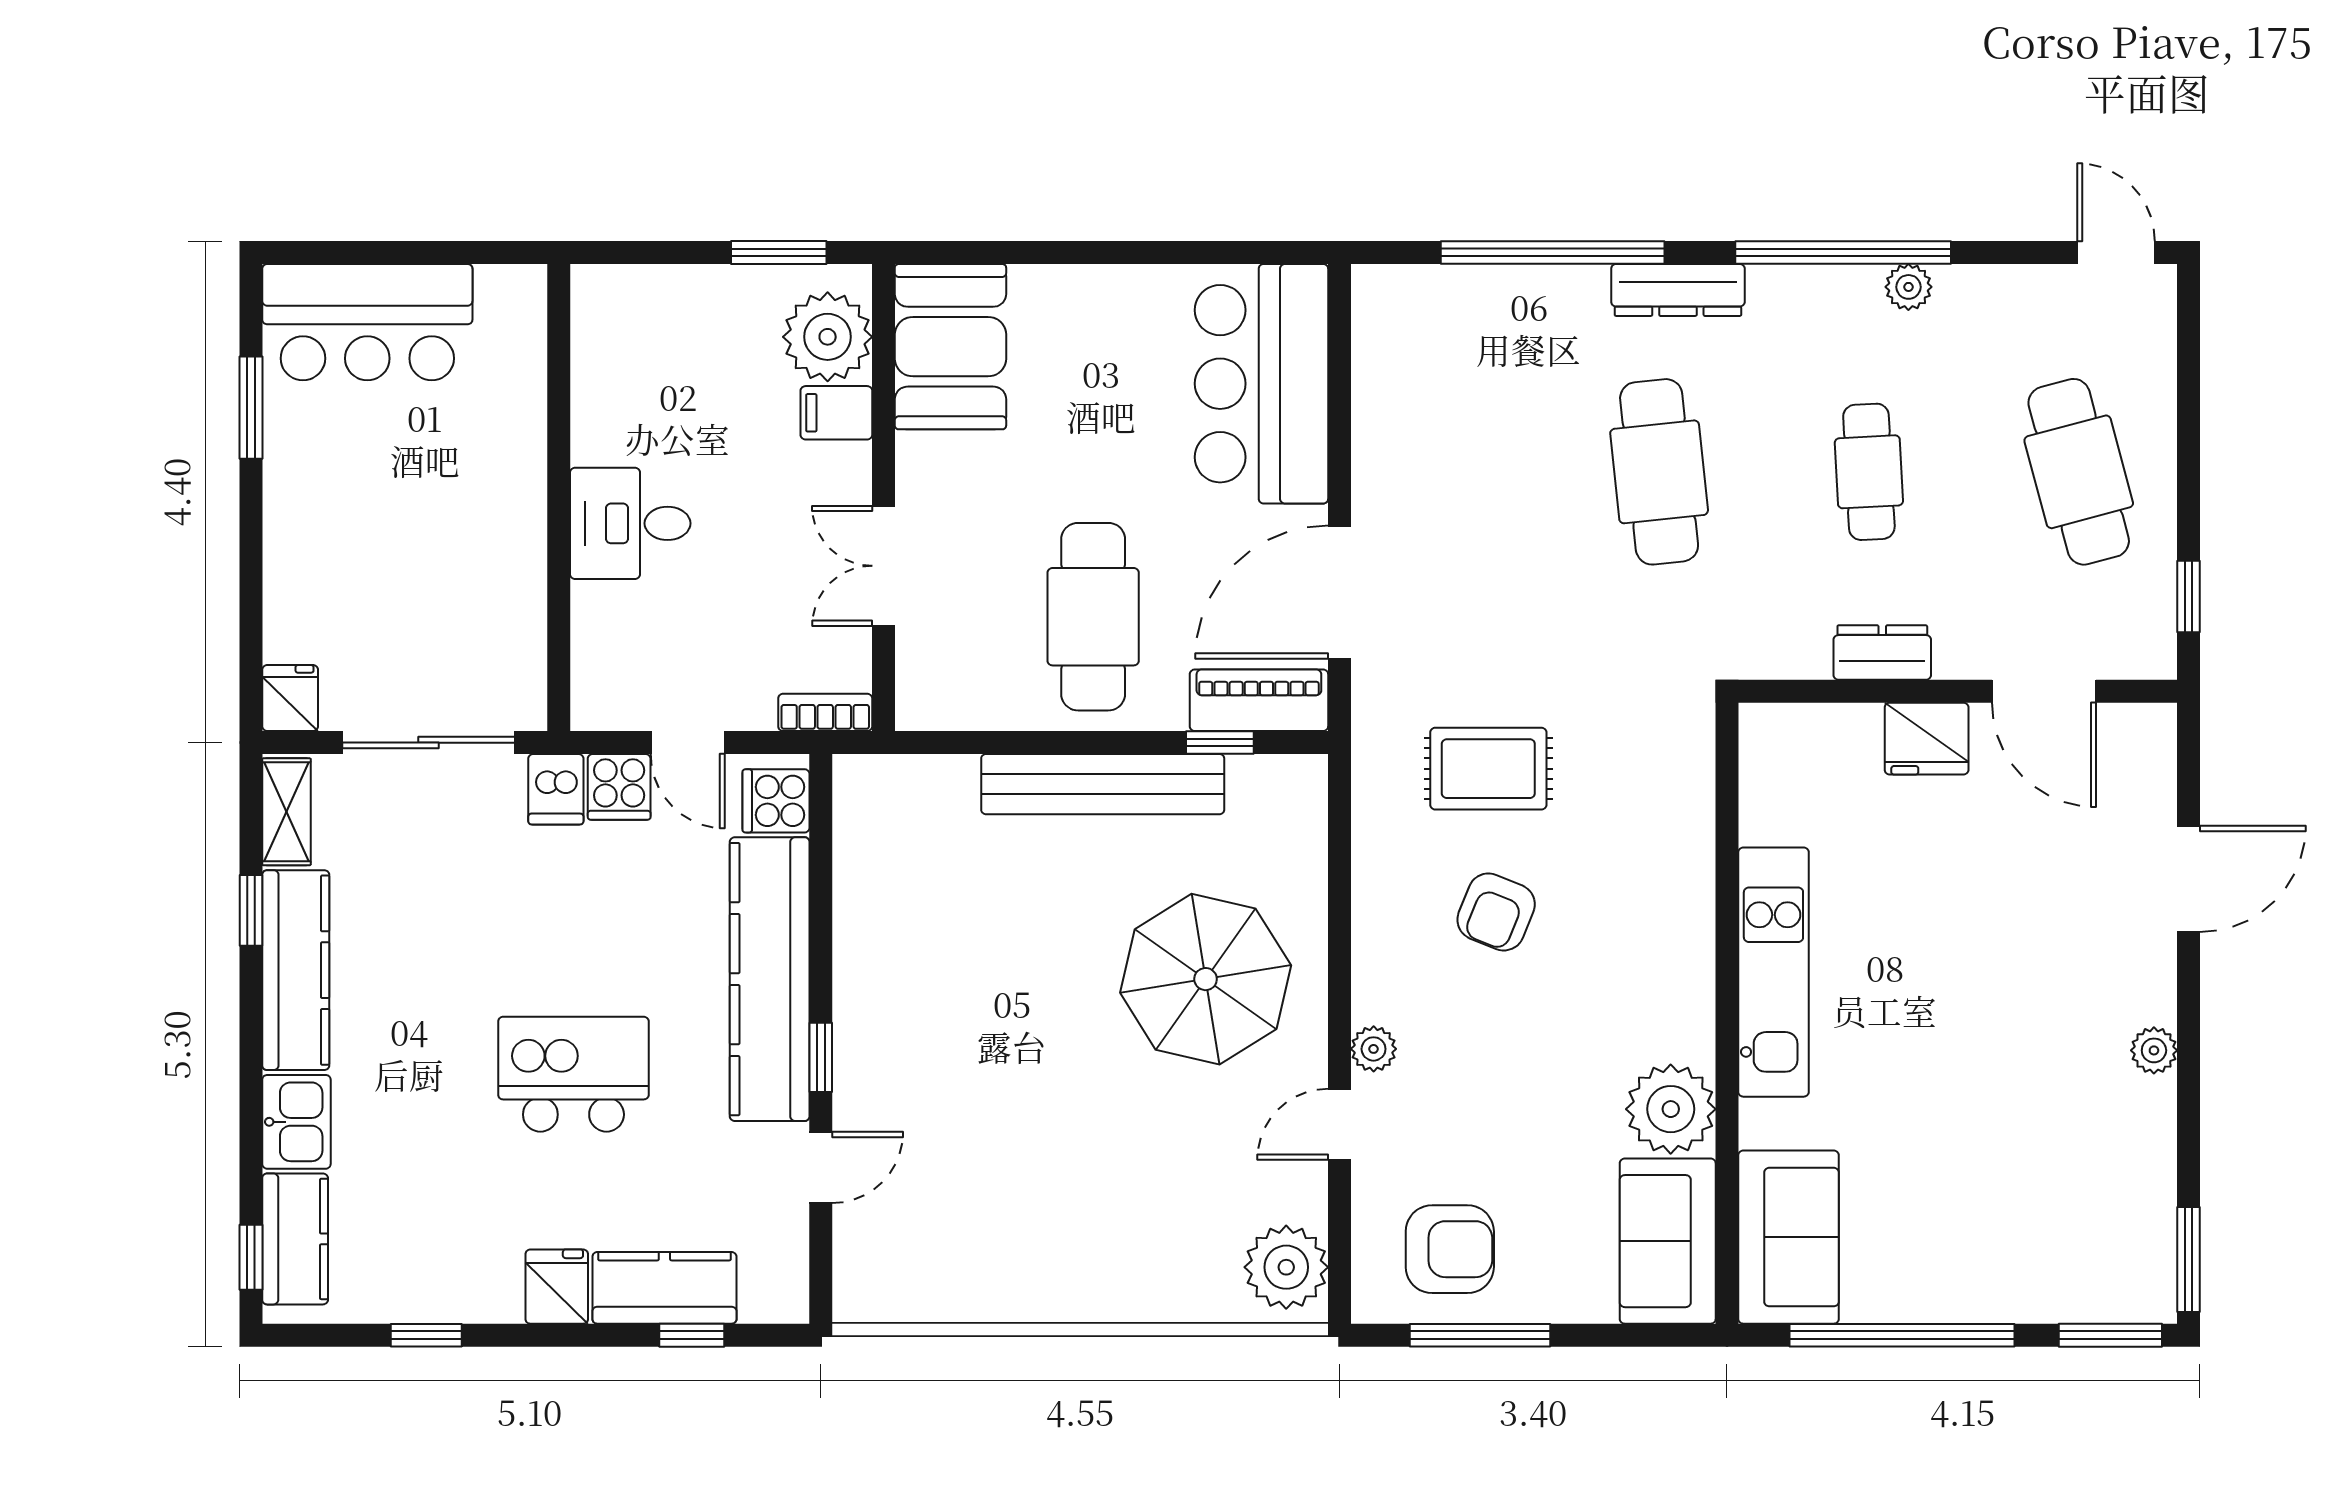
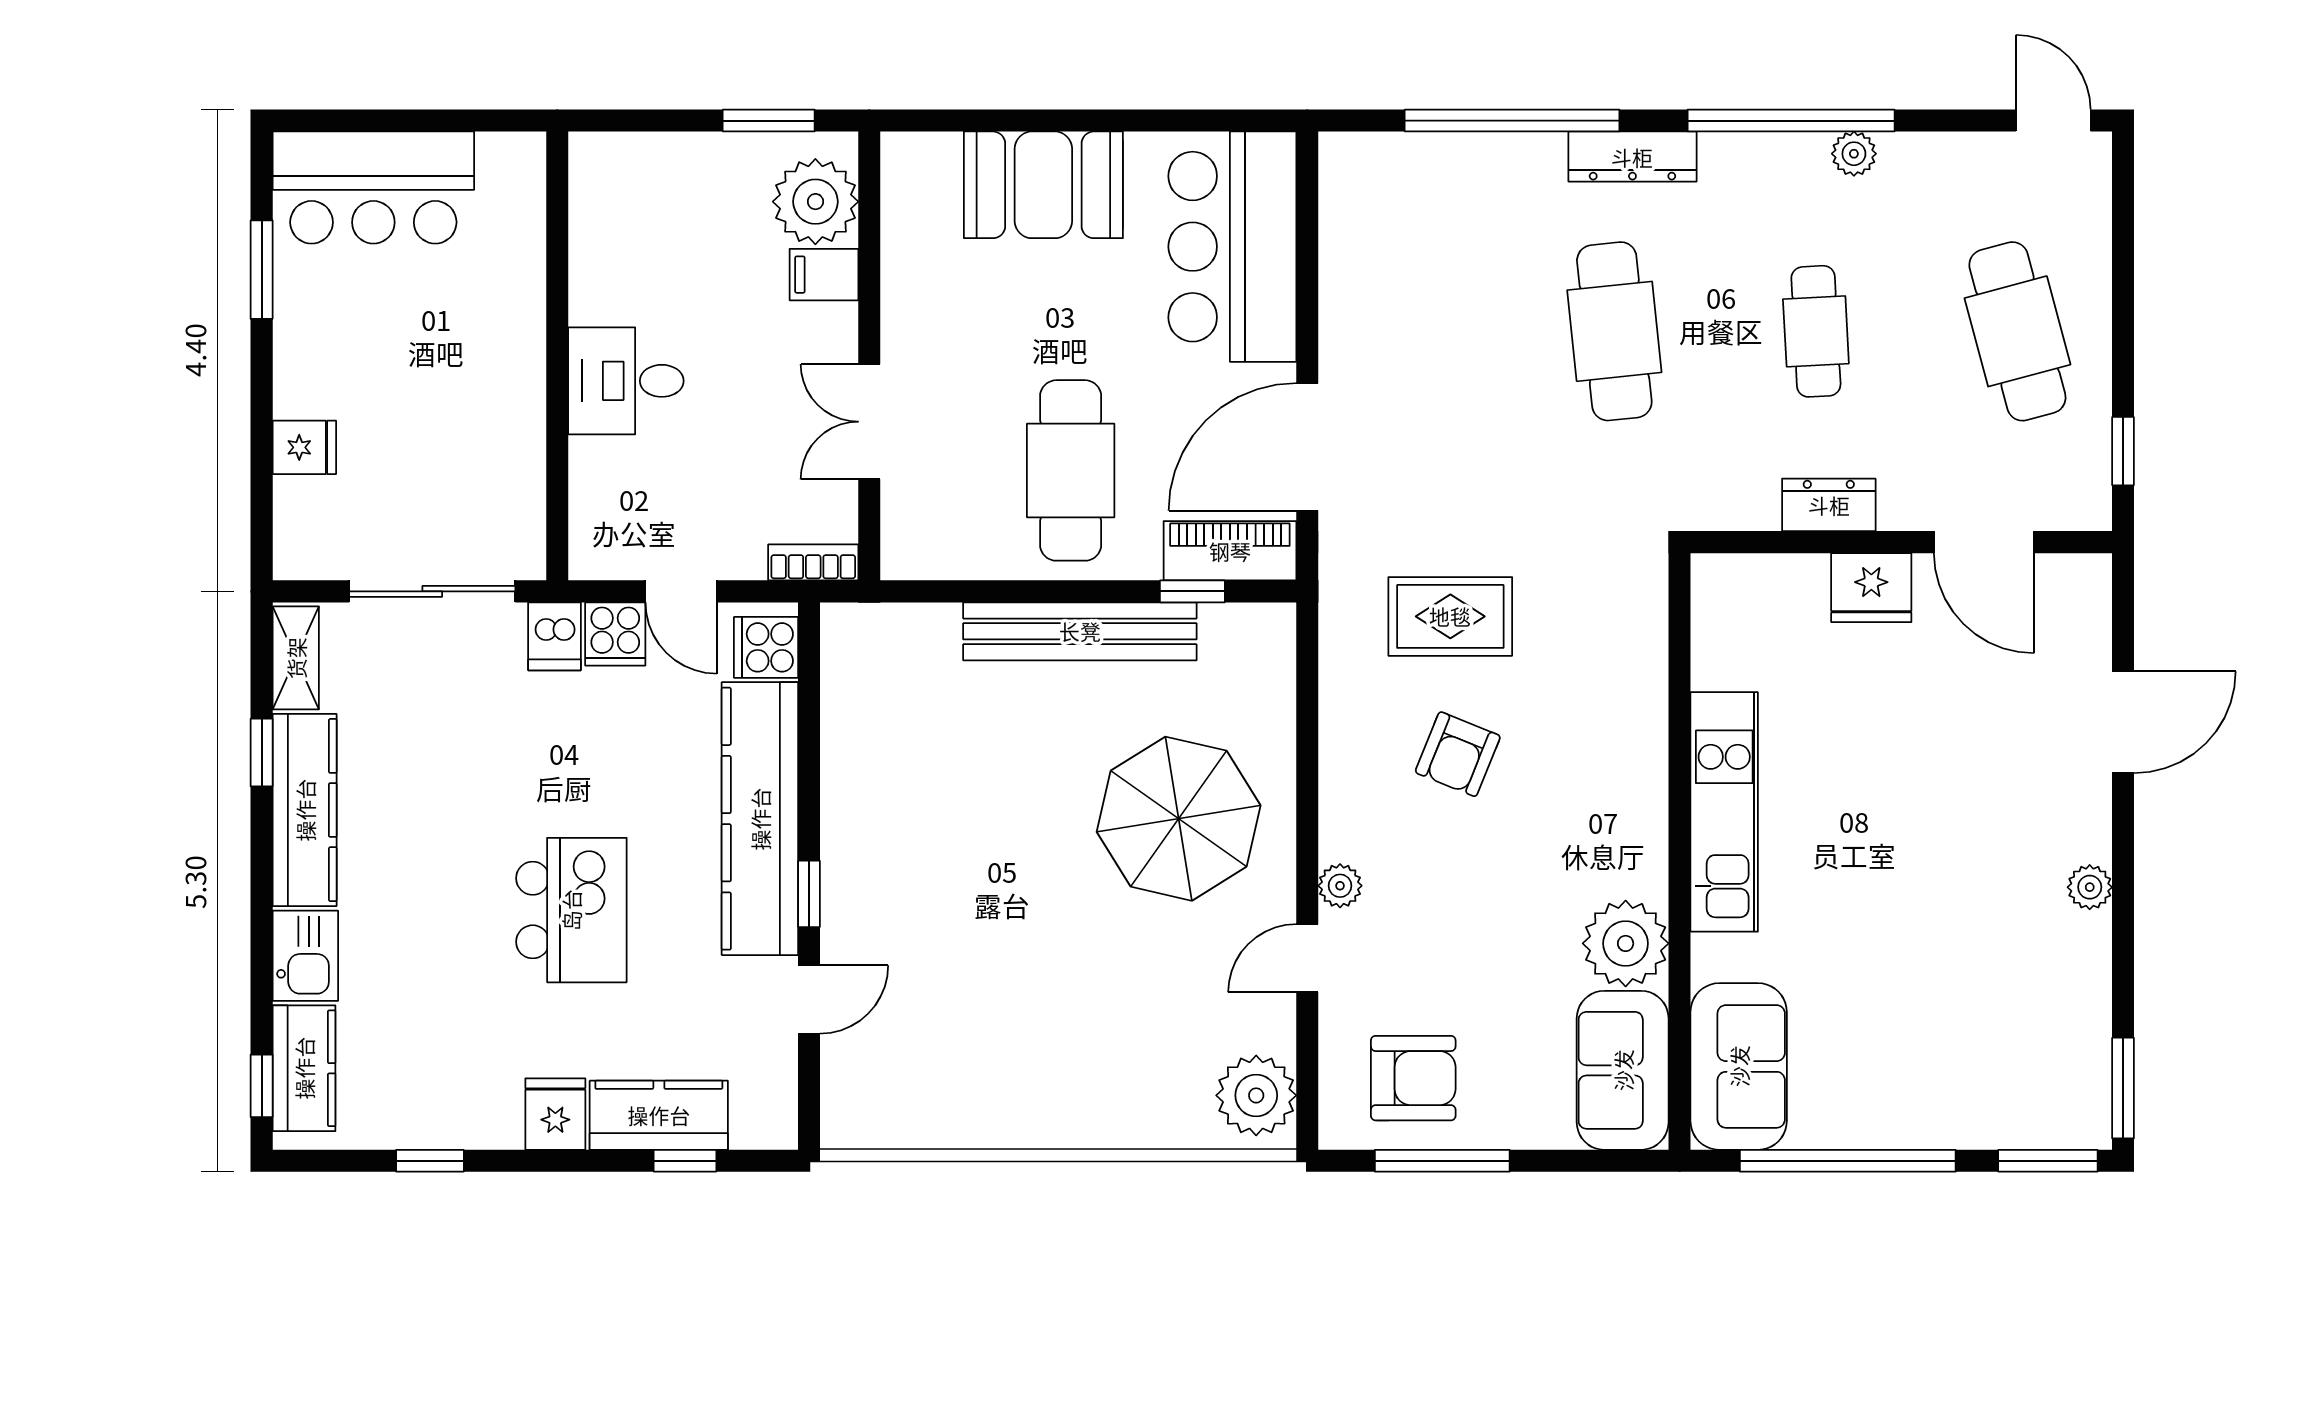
booth: (950, 347) -> (1043, 185), moved, turned 90
fridge: (290, 698) -> (304, 447), moved, turned 90
kitchen island: (573, 1074) -> (571, 910), turned 90

